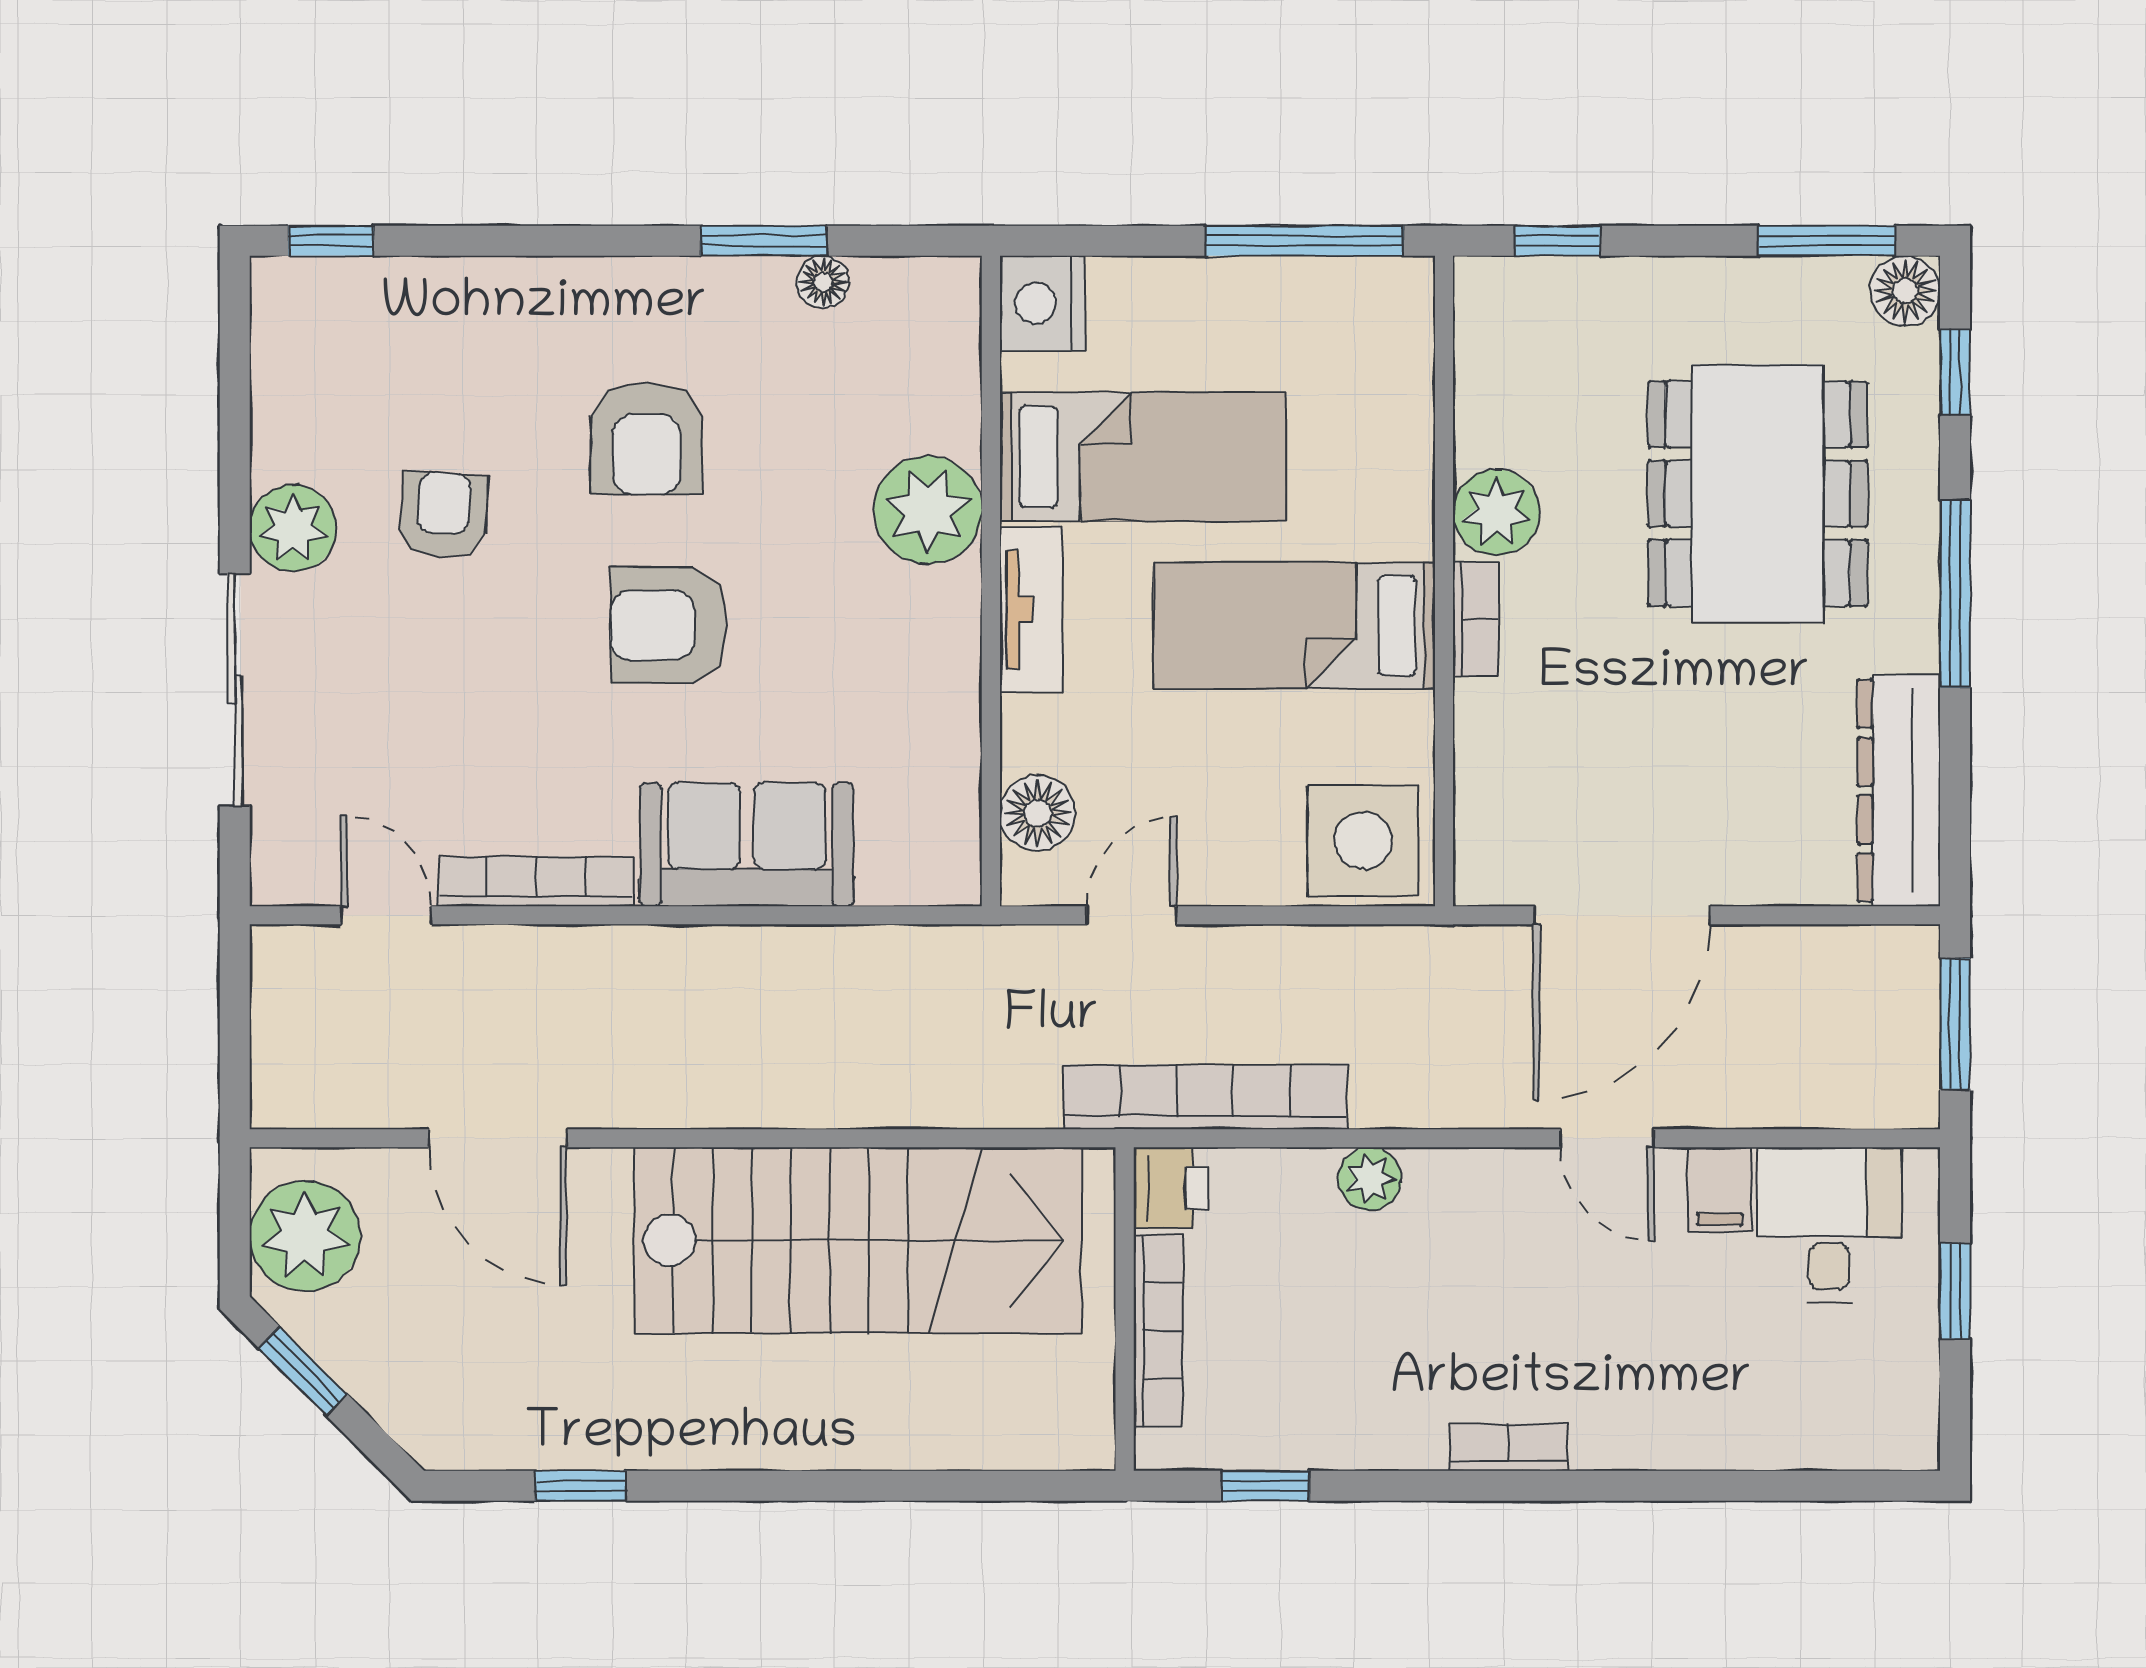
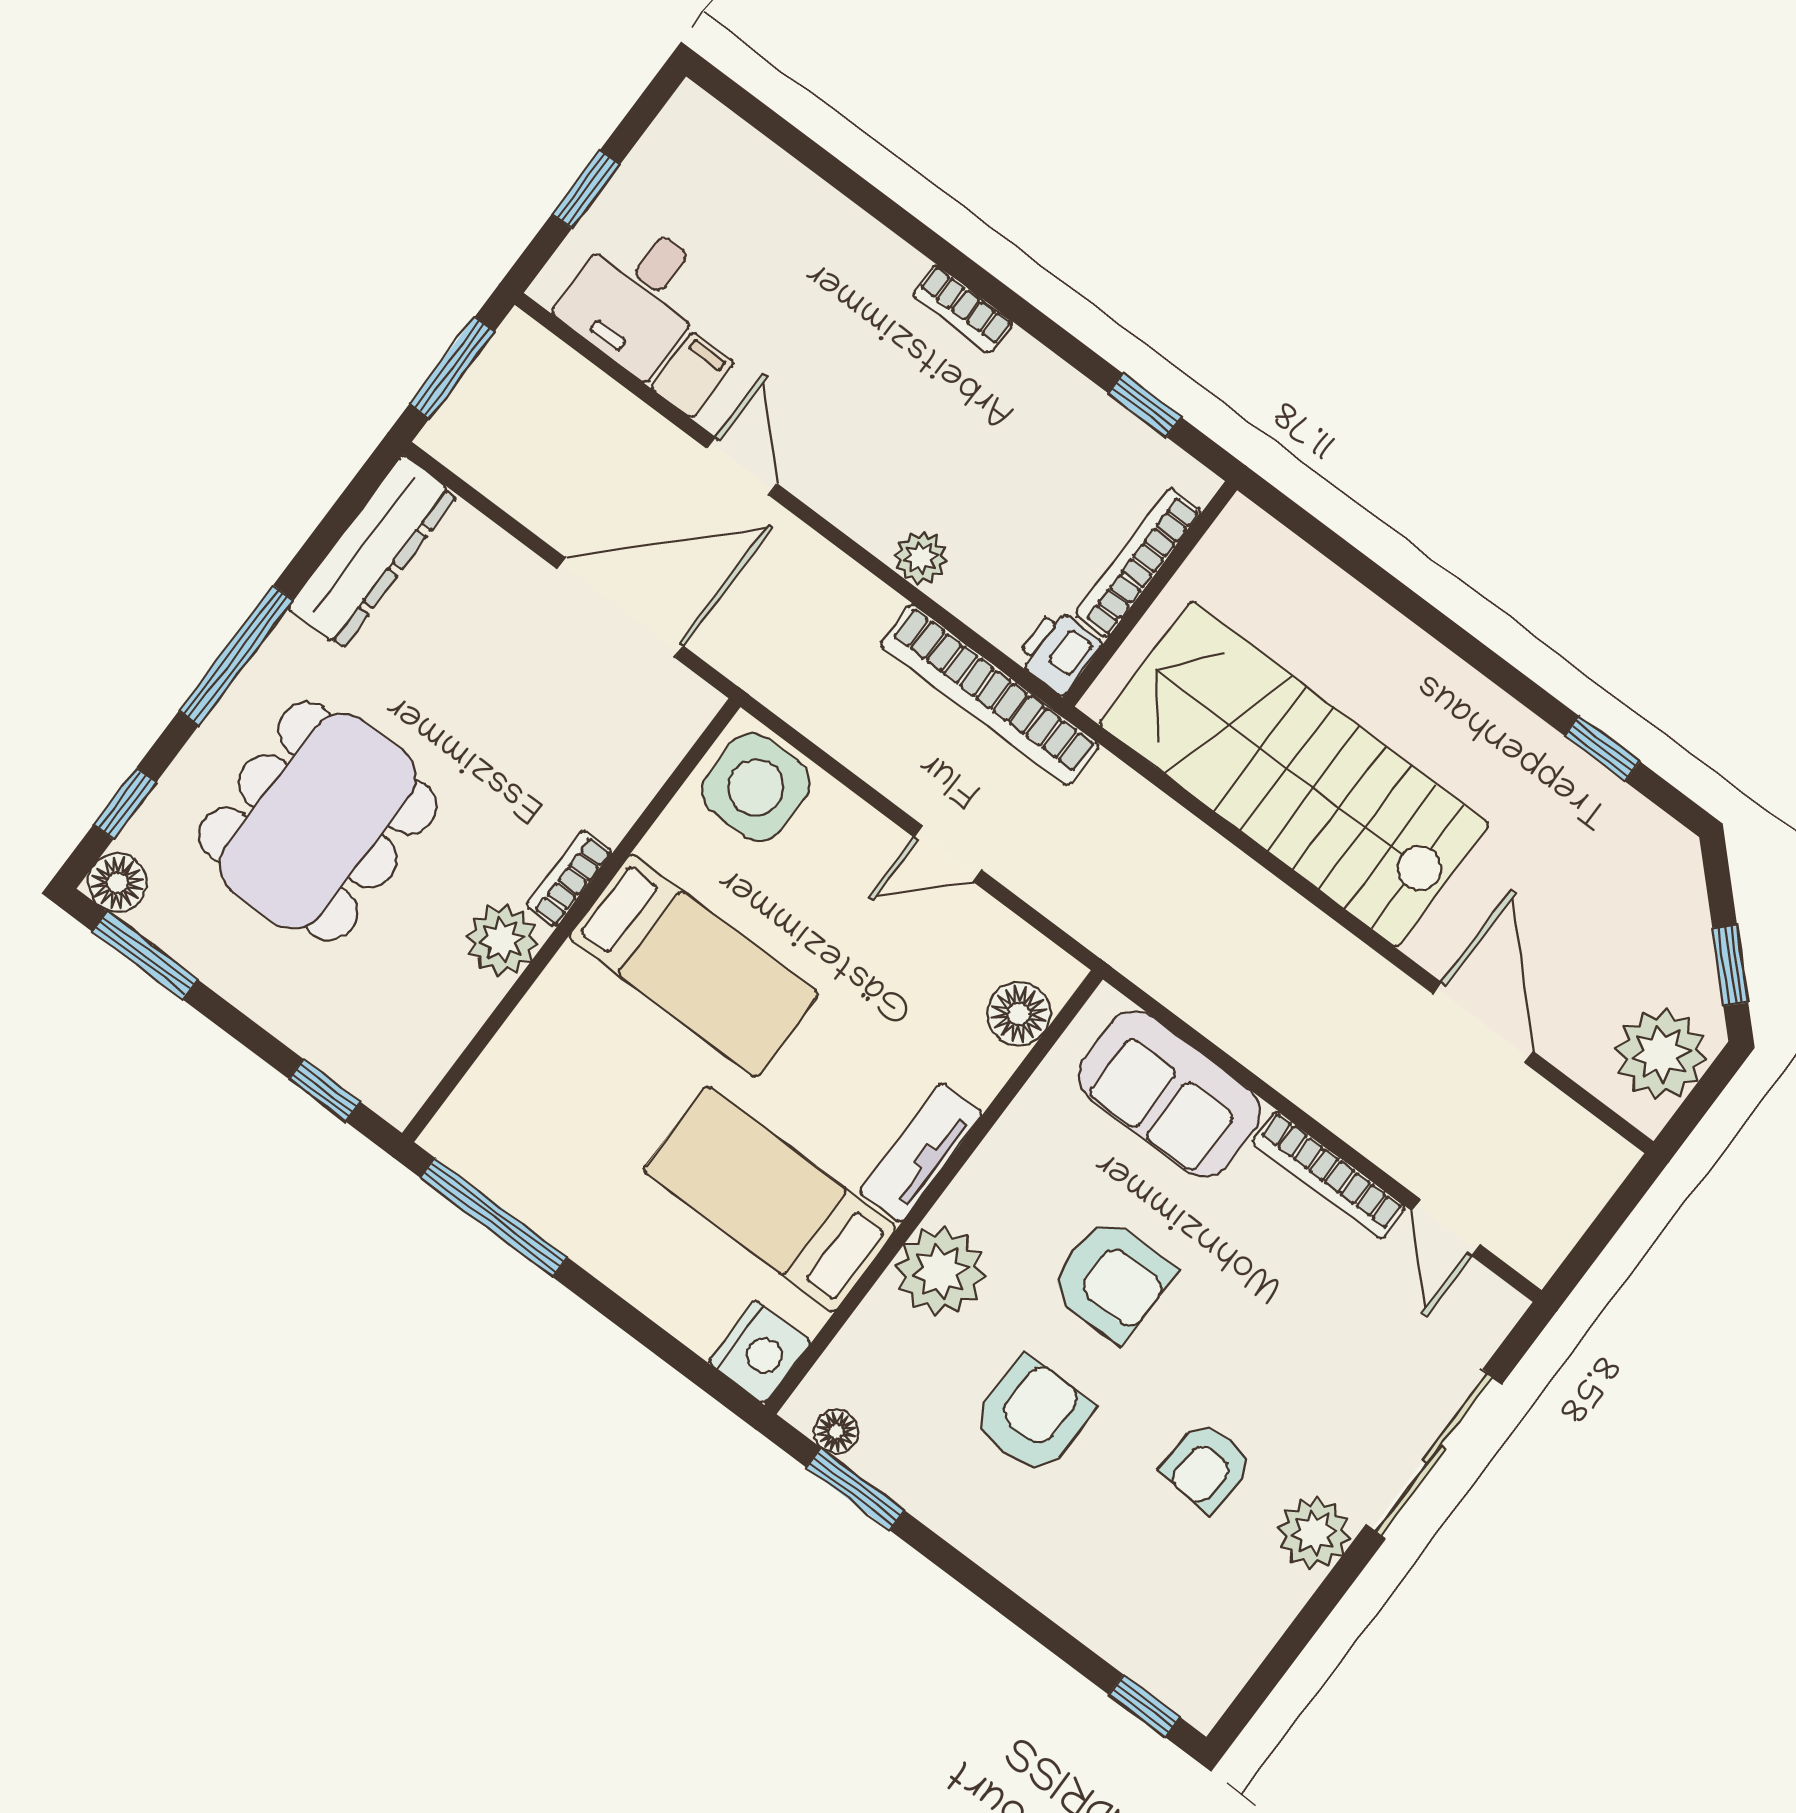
nightstand: (1042, 303) -> (760, 1352), moved
bed: (1143, 457) -> (770, 1199), moved
plant: (928, 510) -> (940, 1271), moved
wall: (991, 581) -> (934, 1192), moved
tv unit: (1031, 610) -> (921, 1153), moved
floor lamp: (1038, 813) -> (1019, 1014), moved

